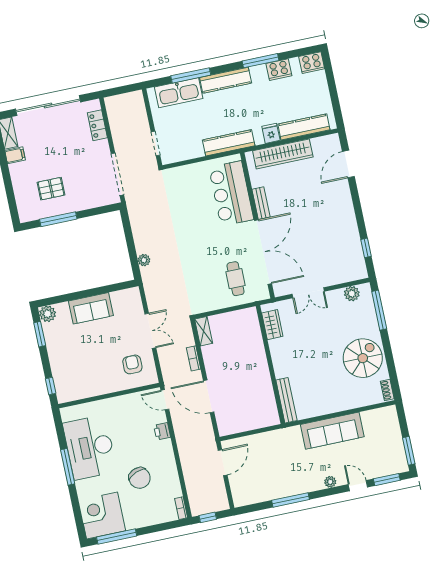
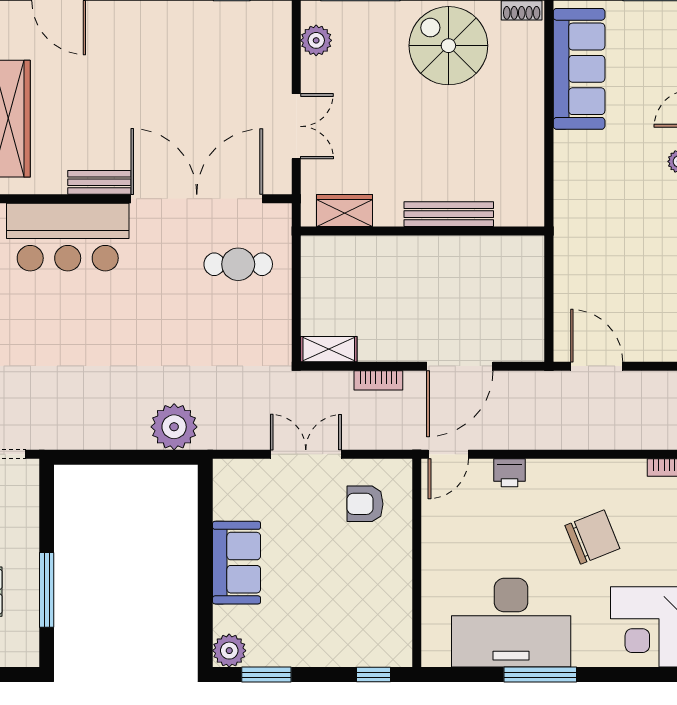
plant: (144, 260) -> (174, 427), width x1.87, depth x1.87
bench: (286, 400) -> (449, 214), moved
sofa: (332, 431) -> (579, 69), moved

